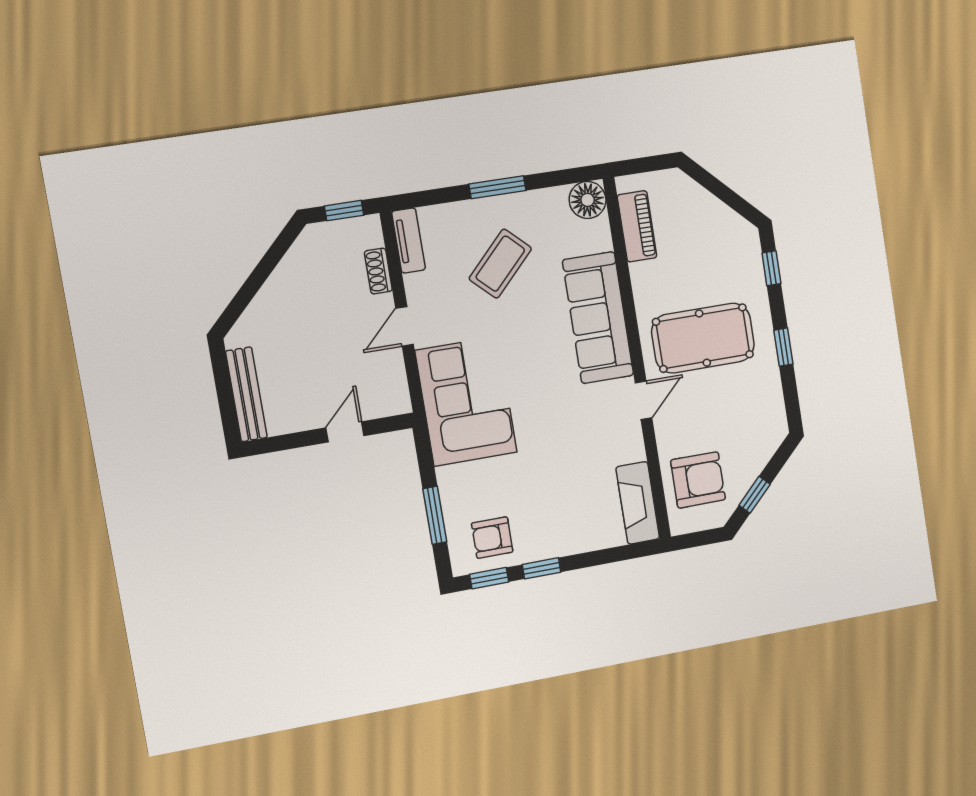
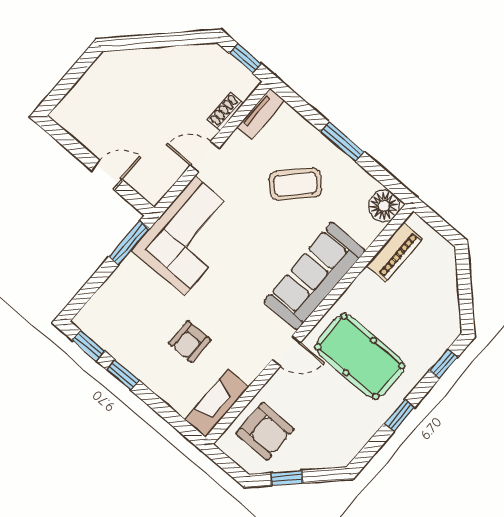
bench: (246, 394) -> (79, 94), removed
window: (435, 515) -> (129, 243), moved
armchair: (492, 538) -> (190, 342), moved, turned -90

